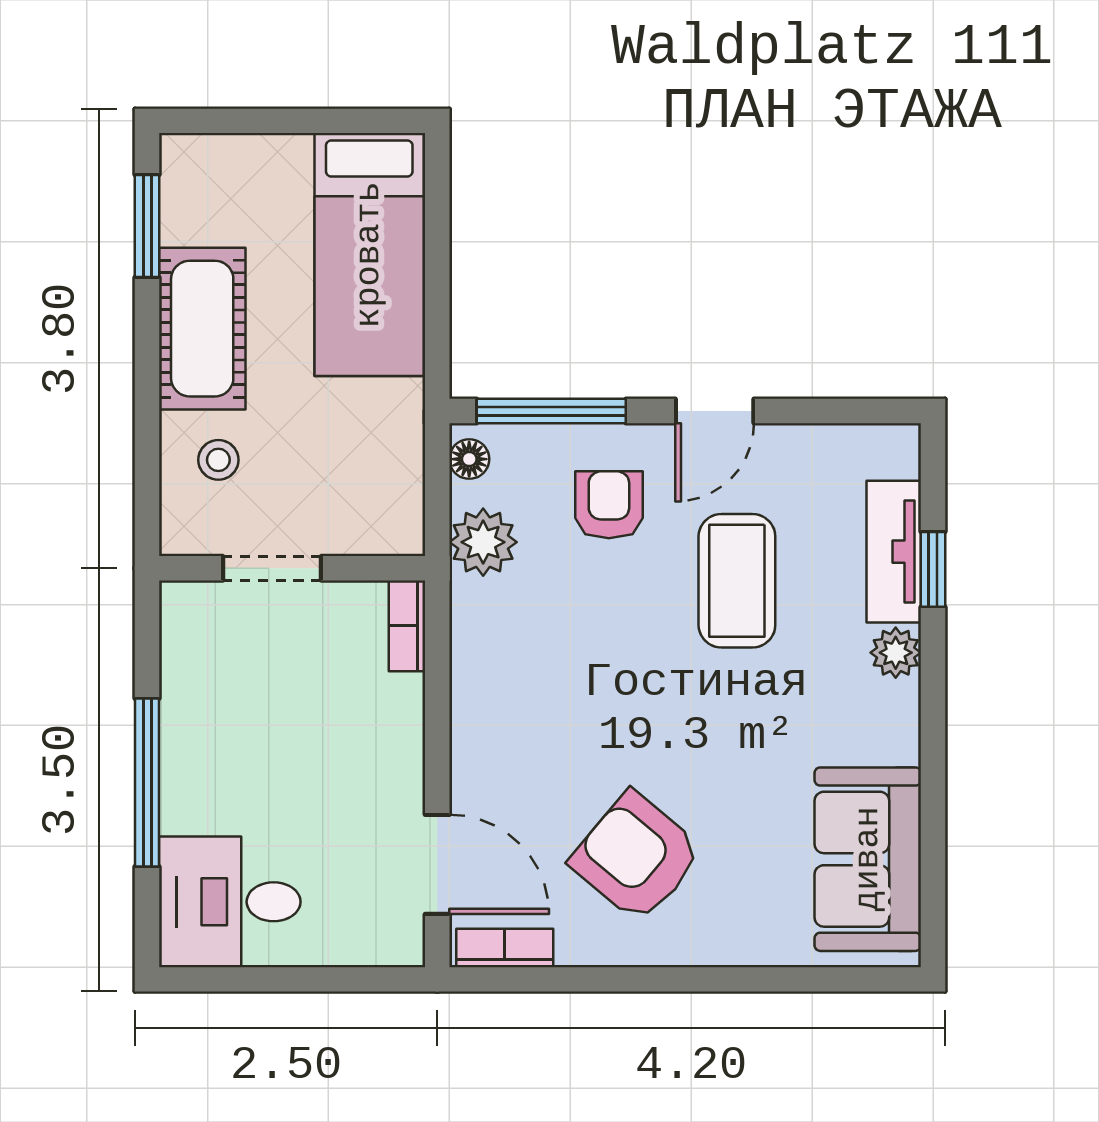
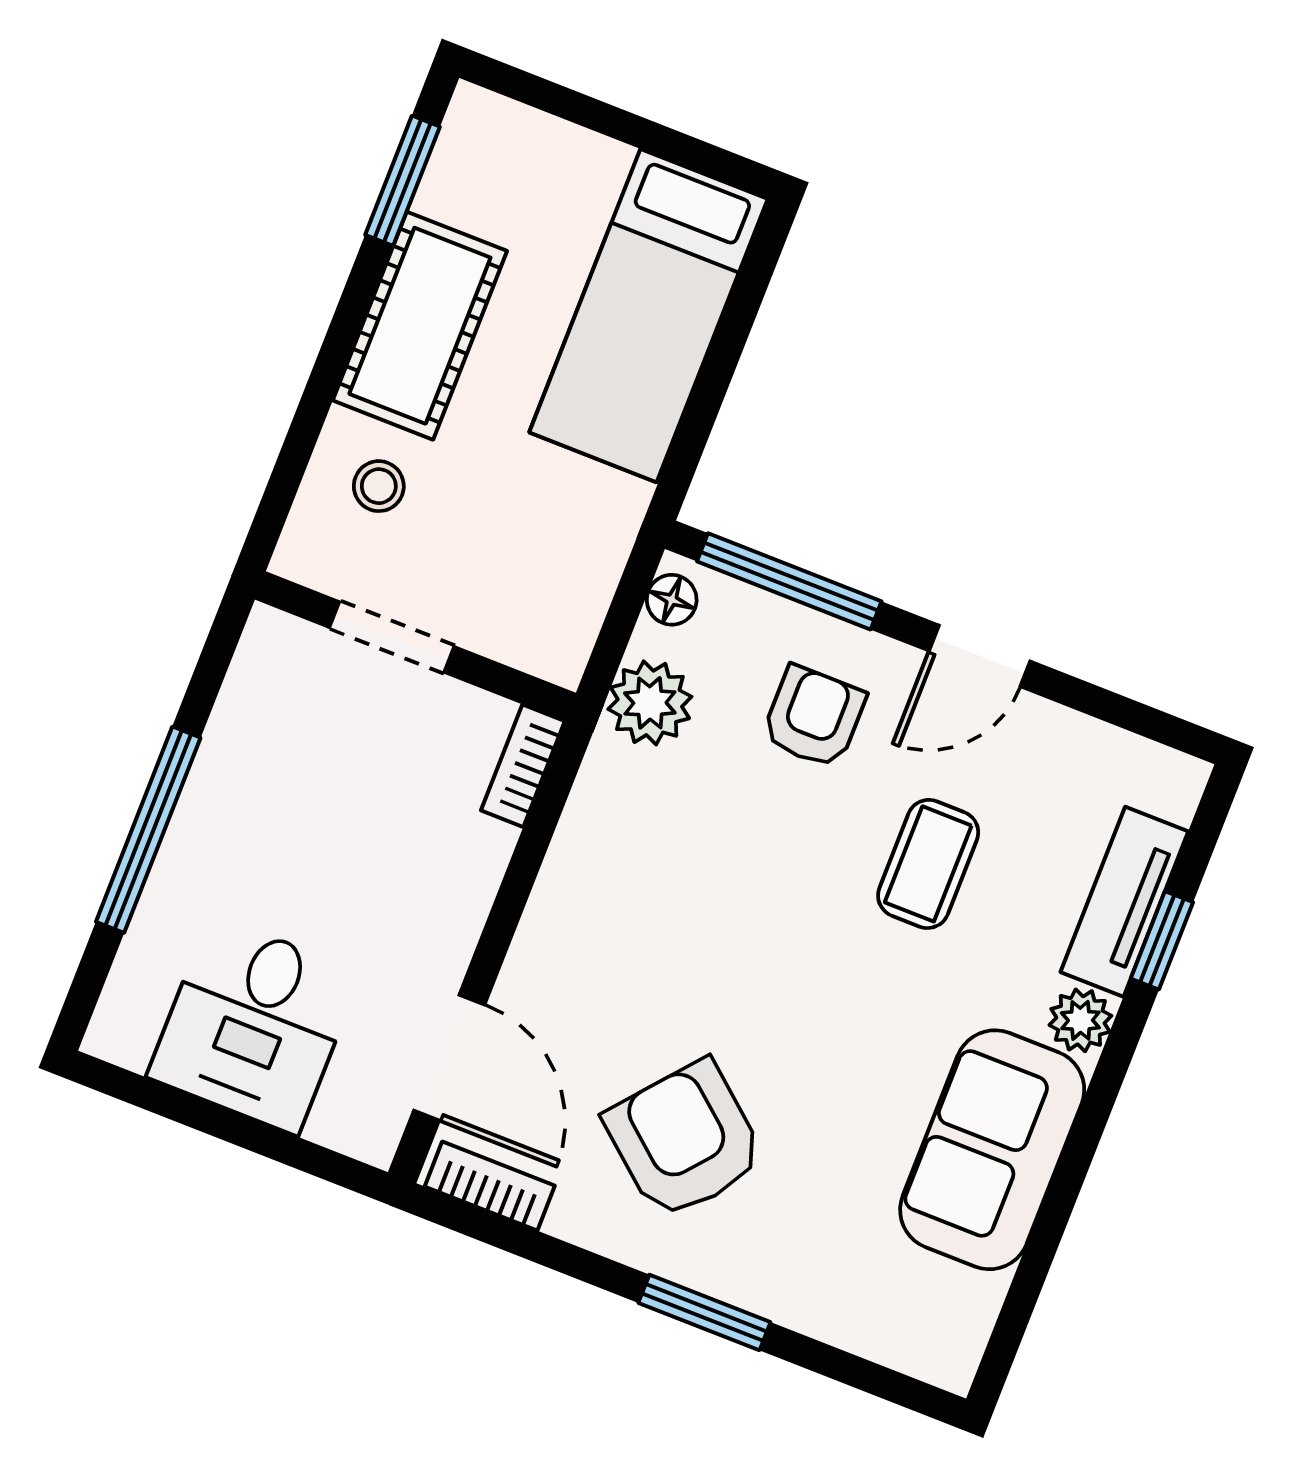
coffee table: (737, 581) -> (928, 864), width x0.73, depth x0.77
sofa: (868, 859) -> (992, 1150), moved
desk: (230, 902) -> (254, 1025), moved, turned -90
window: (701, 979) -> (704, 1312), added

